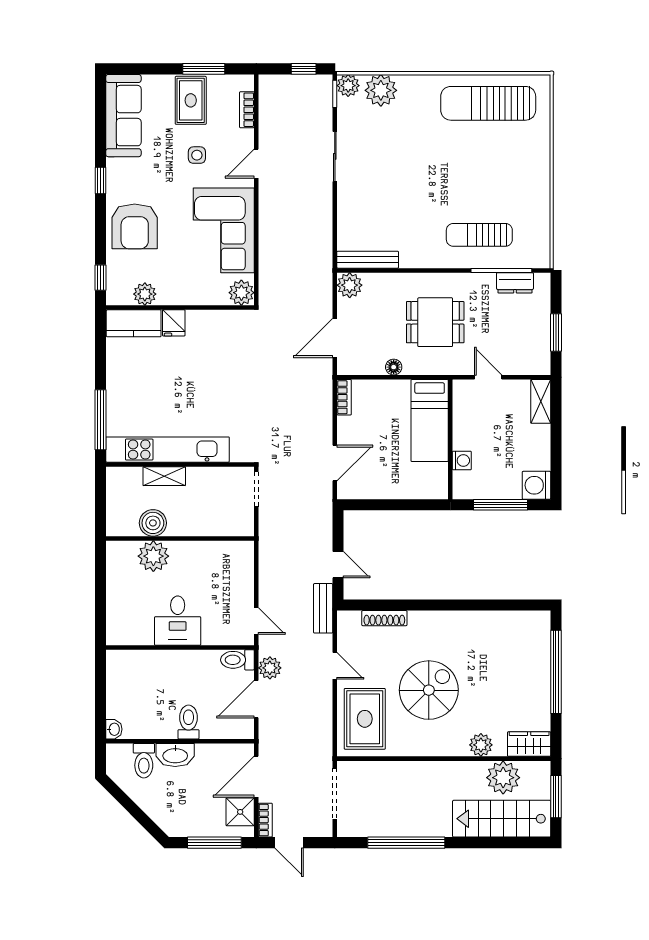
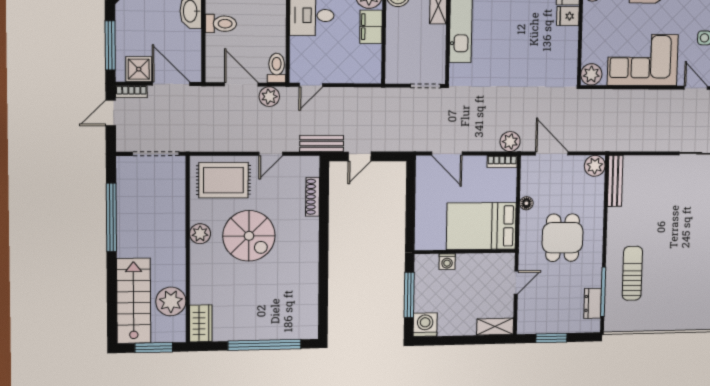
plant: (321, 388) -> (510, 142), added
bed: (430, 421) -> (481, 226), width x1.50
filing cabinet: (190, 553) -> (371, 27), added
plant: (481, 745) -> (200, 234), moved

